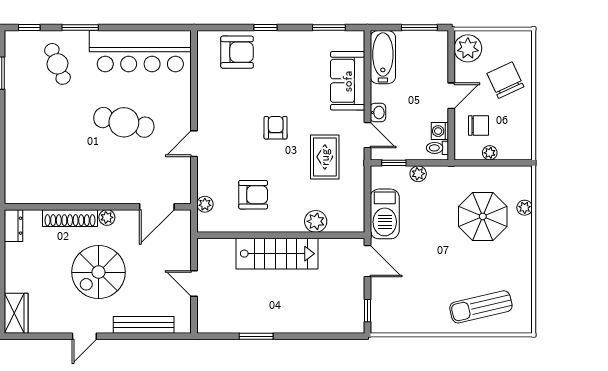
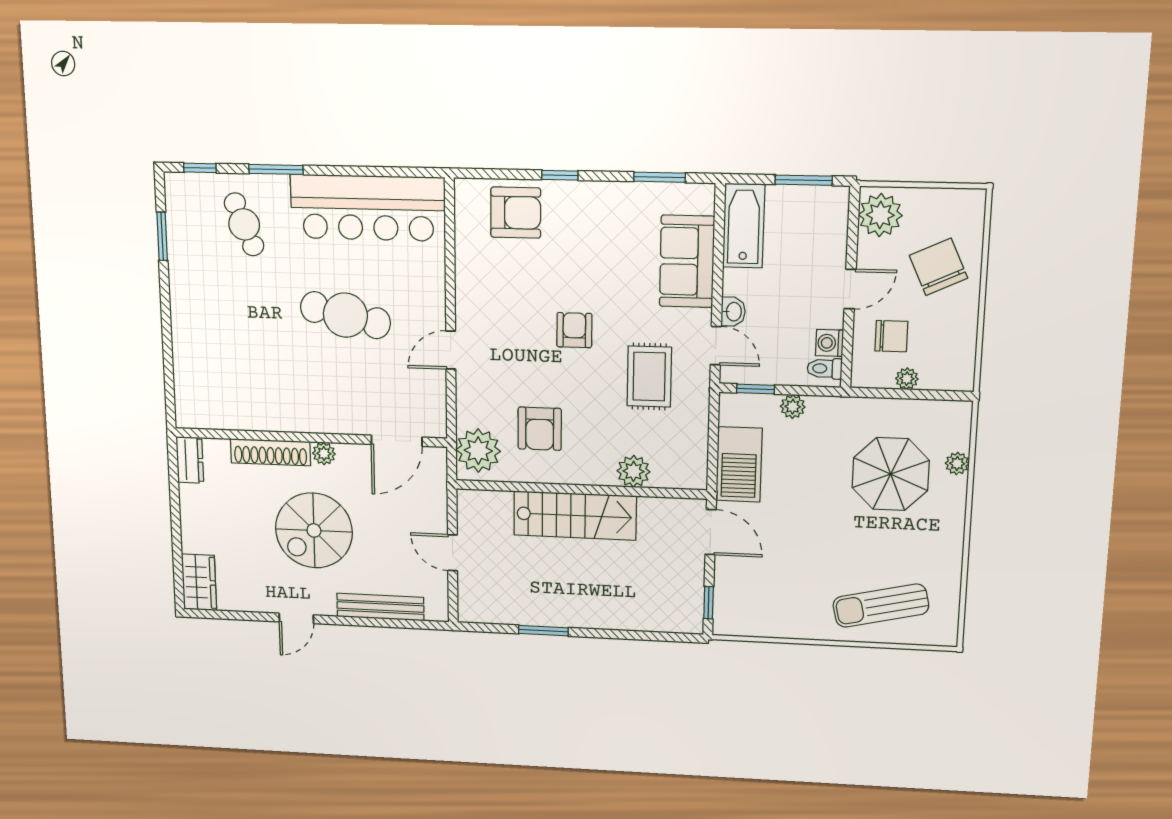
armchair: (253, 195) -> (540, 429), turned 90
plant: (205, 204) -> (478, 451), width x1.87, depth x1.87

